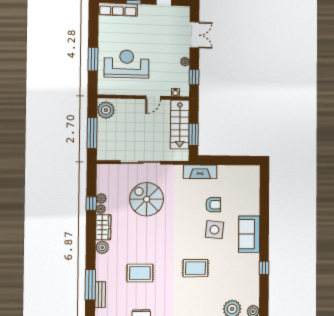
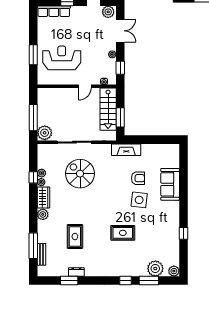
plant: (181, 13) -> (108, 12), added
plant: (106, 110) -> (45, 133), moved
sofa: (249, 234) -> (170, 184), moved
rug: (140, 273) -> (75, 237), turned 90

